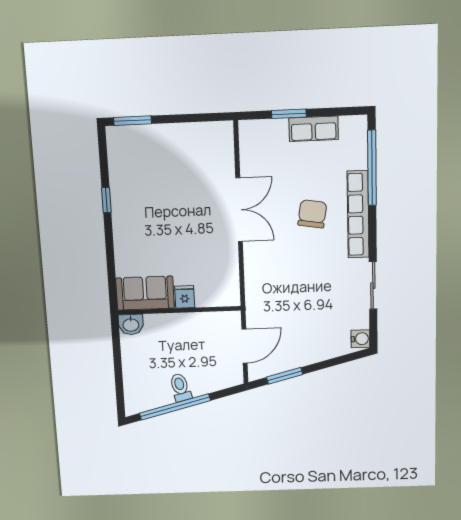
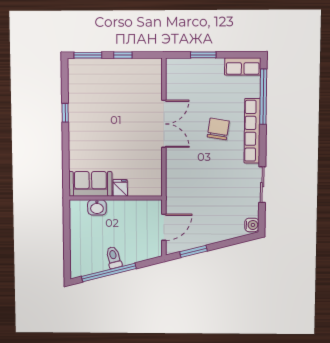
window: (180, 119) -> (123, 55), added
row of seats: (314, 129) -> (243, 66), moved
washbasin: (131, 324) -> (97, 207), moved

